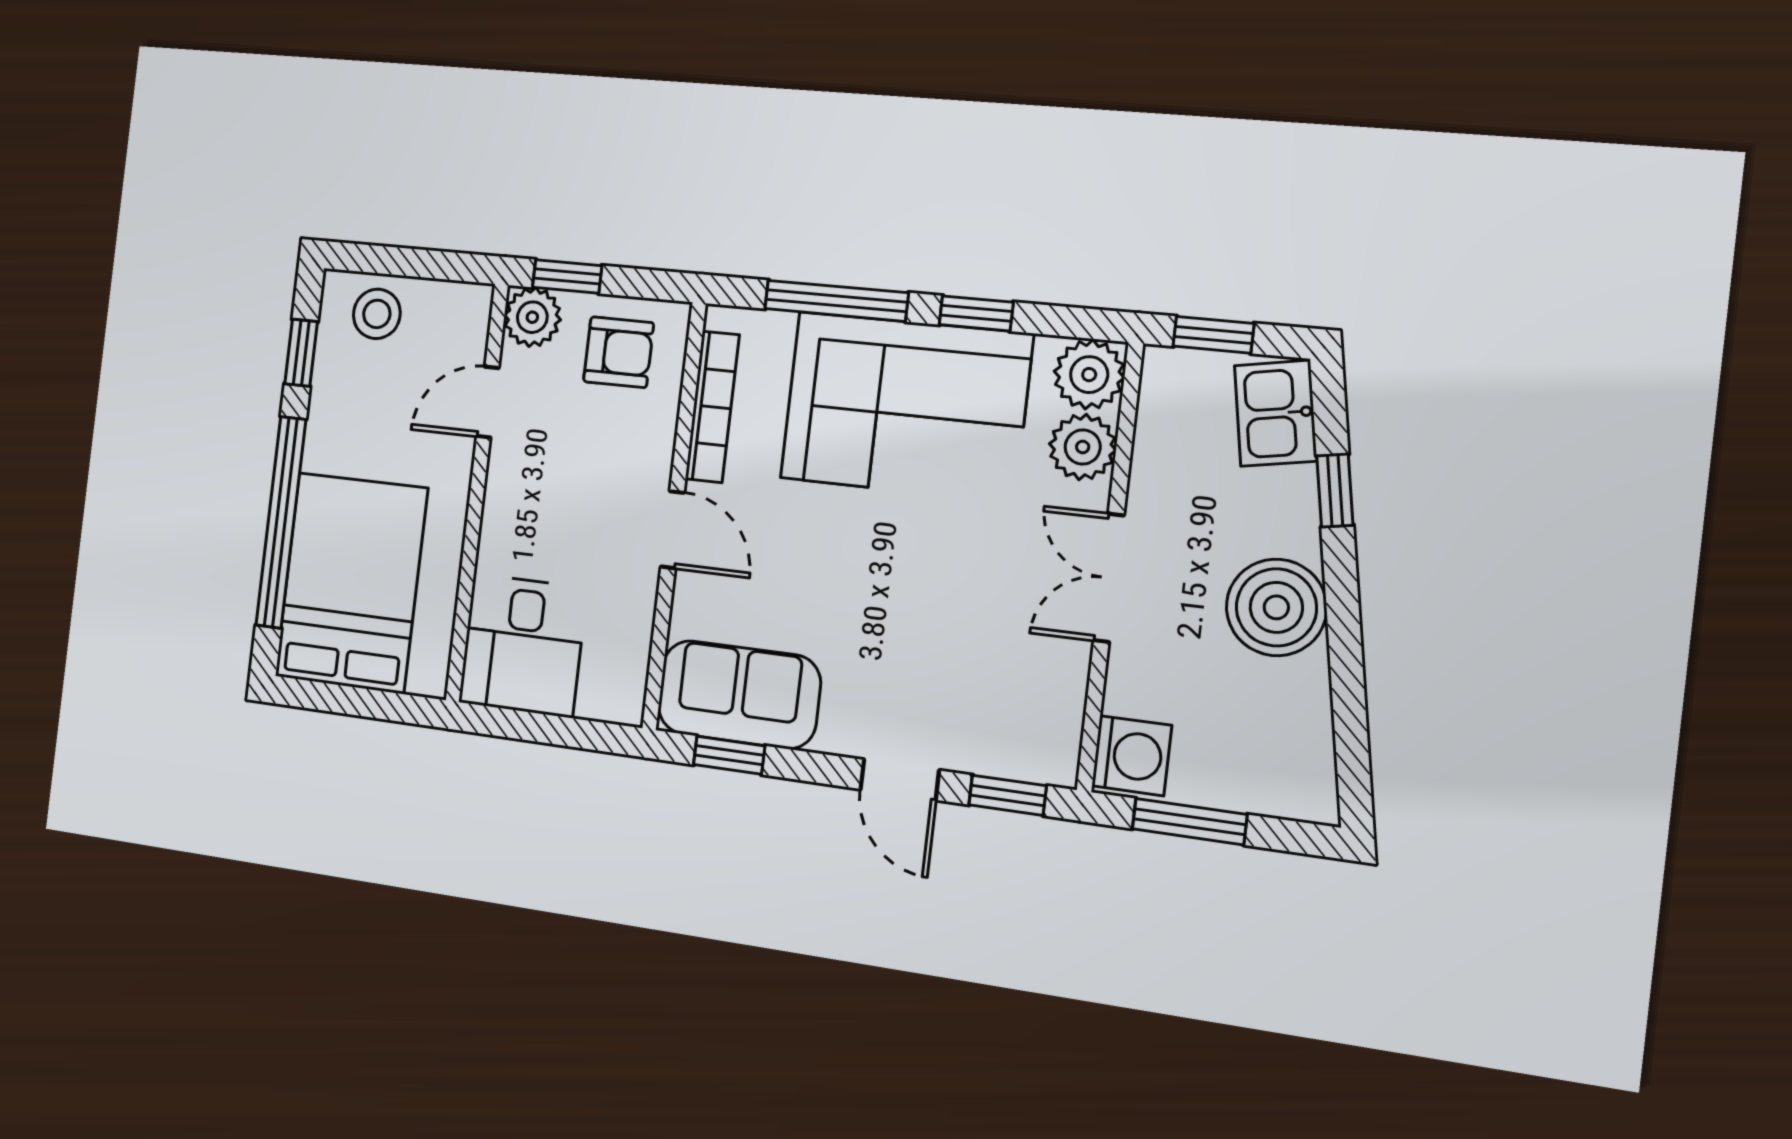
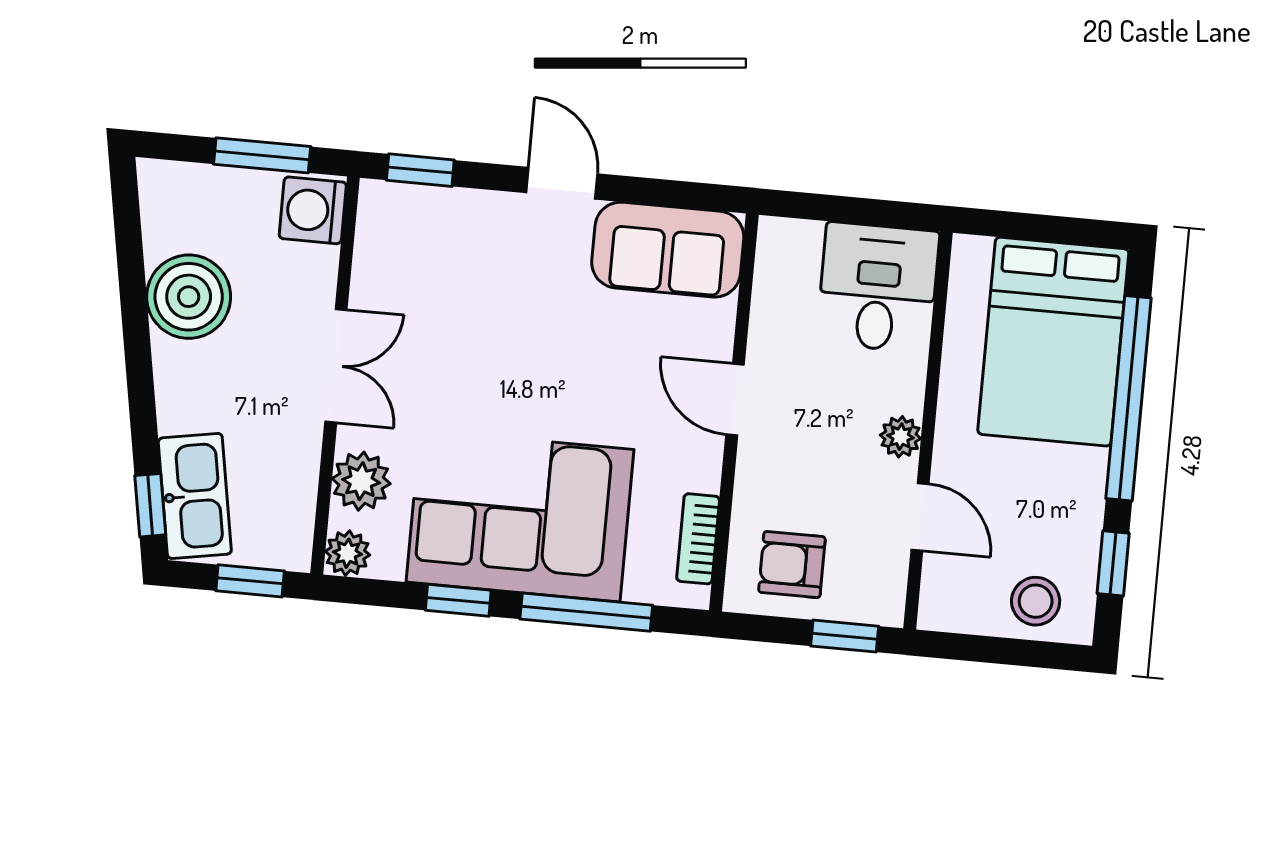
plant: (532, 317) -> (901, 437), moved, width x0.73, depth x0.73
plant: (1089, 375) -> (348, 553), width x0.73, depth x0.73
door: (488, 402) -> (920, 517), hinge flipped
bookcase: (712, 407) -> (698, 539), width x0.64
kitchen sink: (1276, 413) -> (195, 496), width x1.38
window: (1335, 490) -> (150, 505), moved
boiler: (1276, 607) -> (189, 297), moved
window: (729, 755) -> (675, 194), removed
door: (900, 780) -> (562, 183), moved

